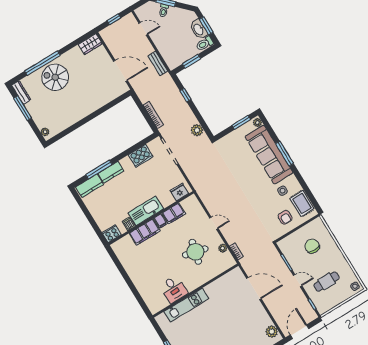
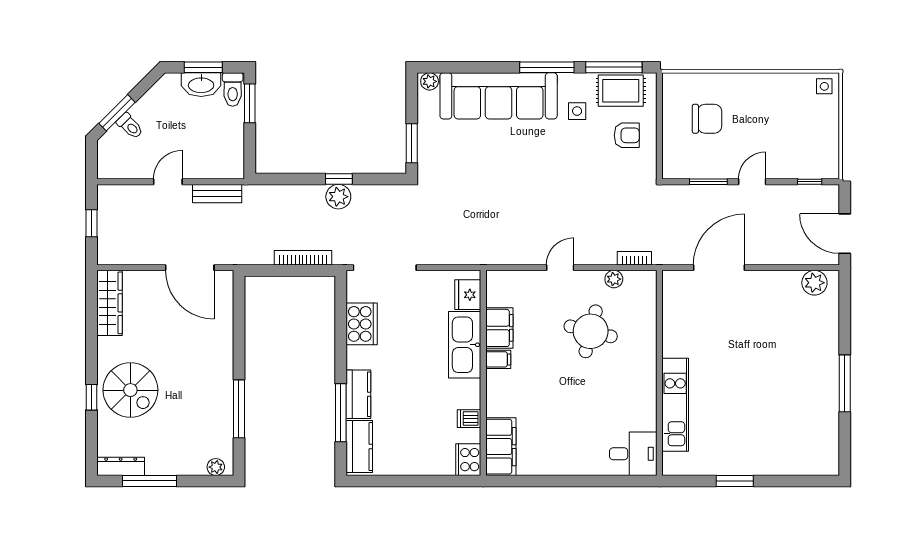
door: (143, 29) -> (168, 182), moved
wardrobe: (90, 44) -> (110, 303), width x1.50
window: (192, 61) -> (250, 103), moved
window: (42, 63) -> (92, 397), width x0.32
door: (120, 71) -> (190, 268), swing flipped
spiral stairs: (55, 77) -> (130, 390), turned -90
window: (185, 95) -> (339, 179), moved
window: (241, 122) -> (412, 143), moved
window: (75, 127) -> (239, 409), added
plant: (197, 130) -> (338, 197), moved
window: (285, 154) -> (547, 67), moved
window: (310, 195) -> (614, 67), added
kitchen sink: (146, 211) -> (465, 345), moved
filing cabinet: (145, 232) -> (501, 447), moved
chair: (312, 246) -> (707, 119), turned 180
cafe table: (327, 282) -> (785, 132), removed
desk: (174, 289) -> (633, 454), moved

